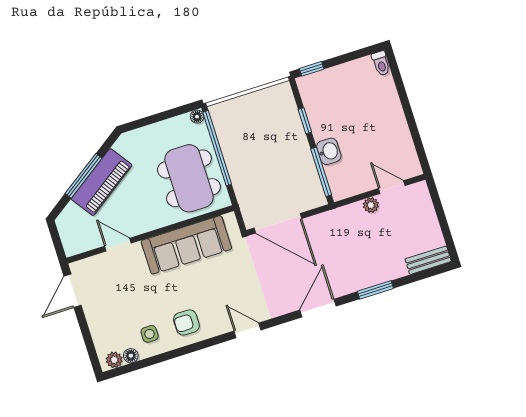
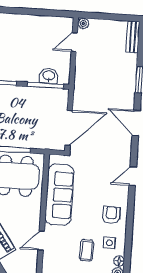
washbasin: (329, 151) -> (49, 76), moved
plant: (371, 205) -> (83, 23), moved
coffee table: (128, 308) -> (86, 250), added
armchair: (186, 322) -> (111, 215), turned 180

